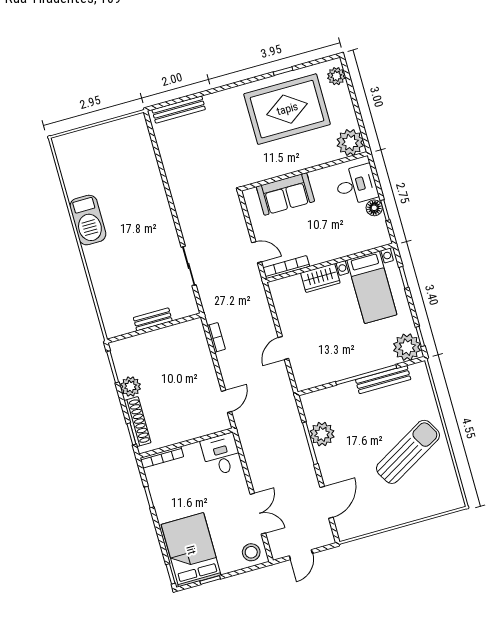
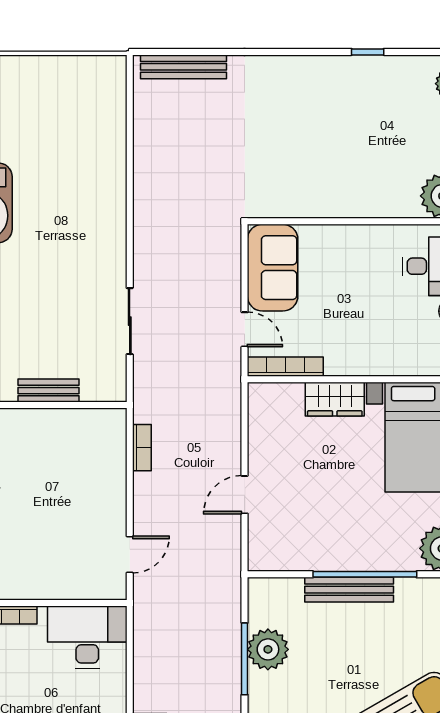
rug: (287, 109) -> (357, 114), removed
sofa: (285, 194) -> (273, 268), moved, turned -90
bench: (383, 380) -> (349, 590), moved
desk: (221, 454) -> (87, 637), width x1.37

